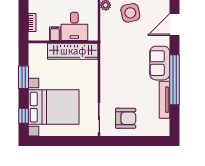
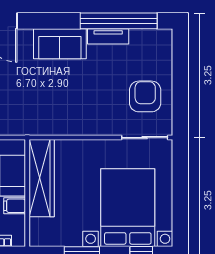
window: (175, 80) -> (119, 21), moved
tv unit: (165, 100) -> (108, 36), width x0.71

